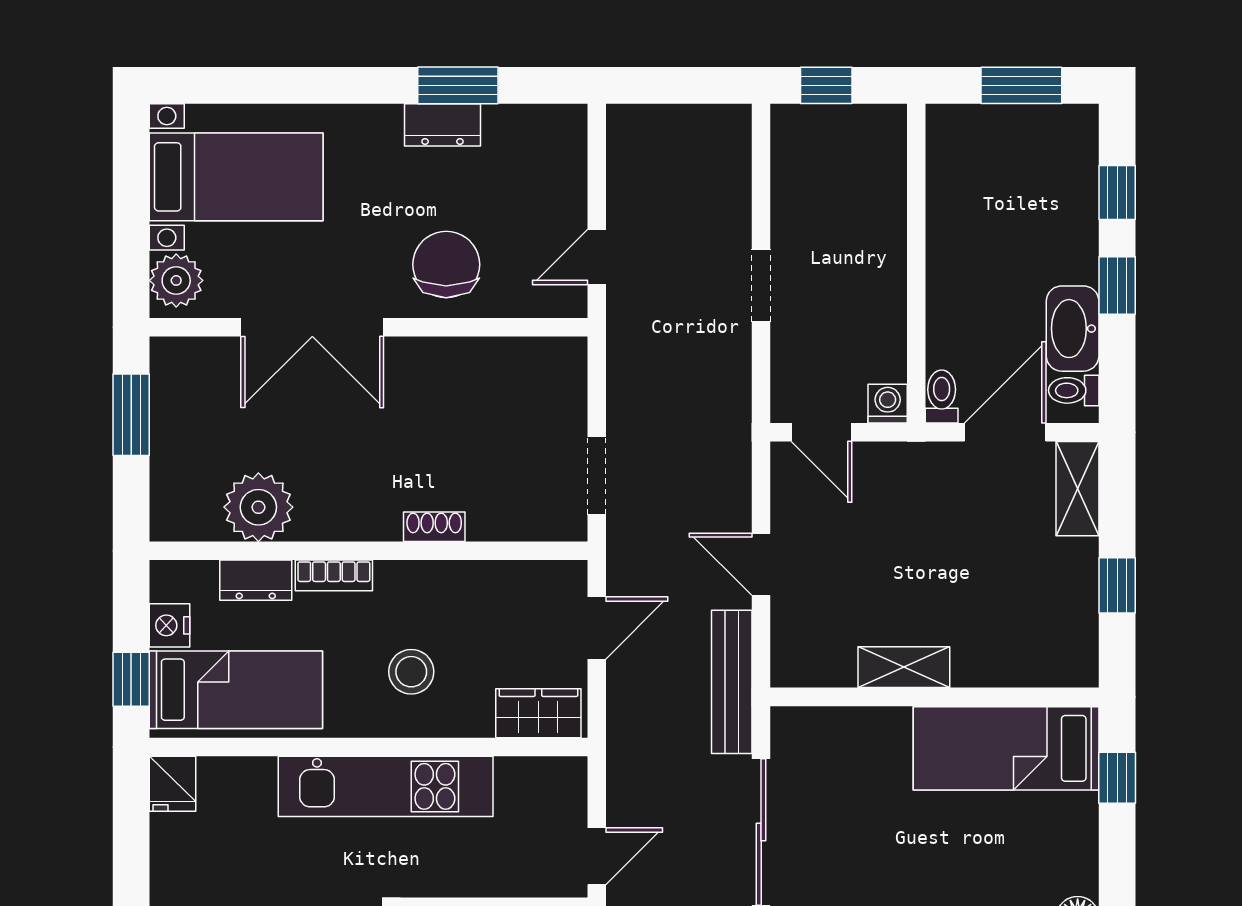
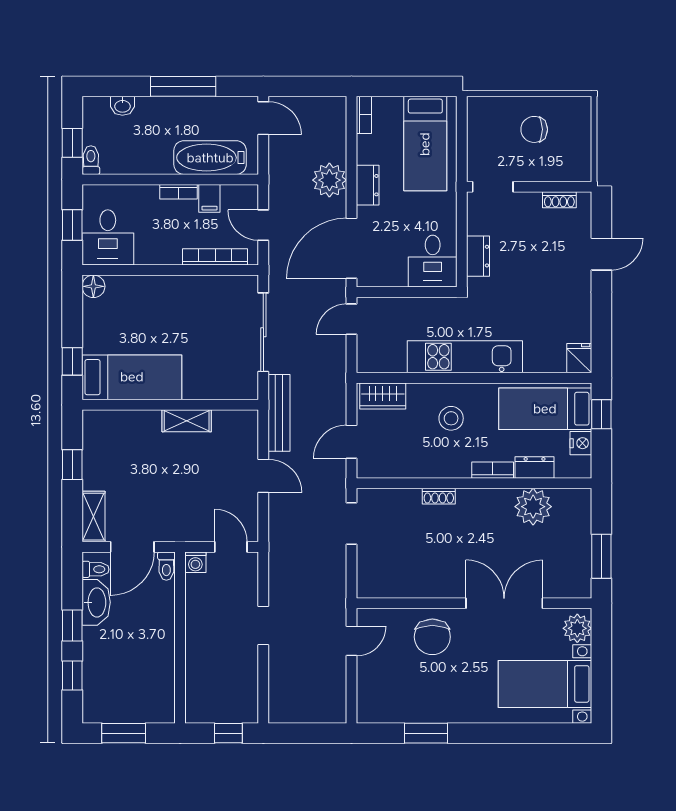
dresser: (442, 125) -> (434, 712), removed

